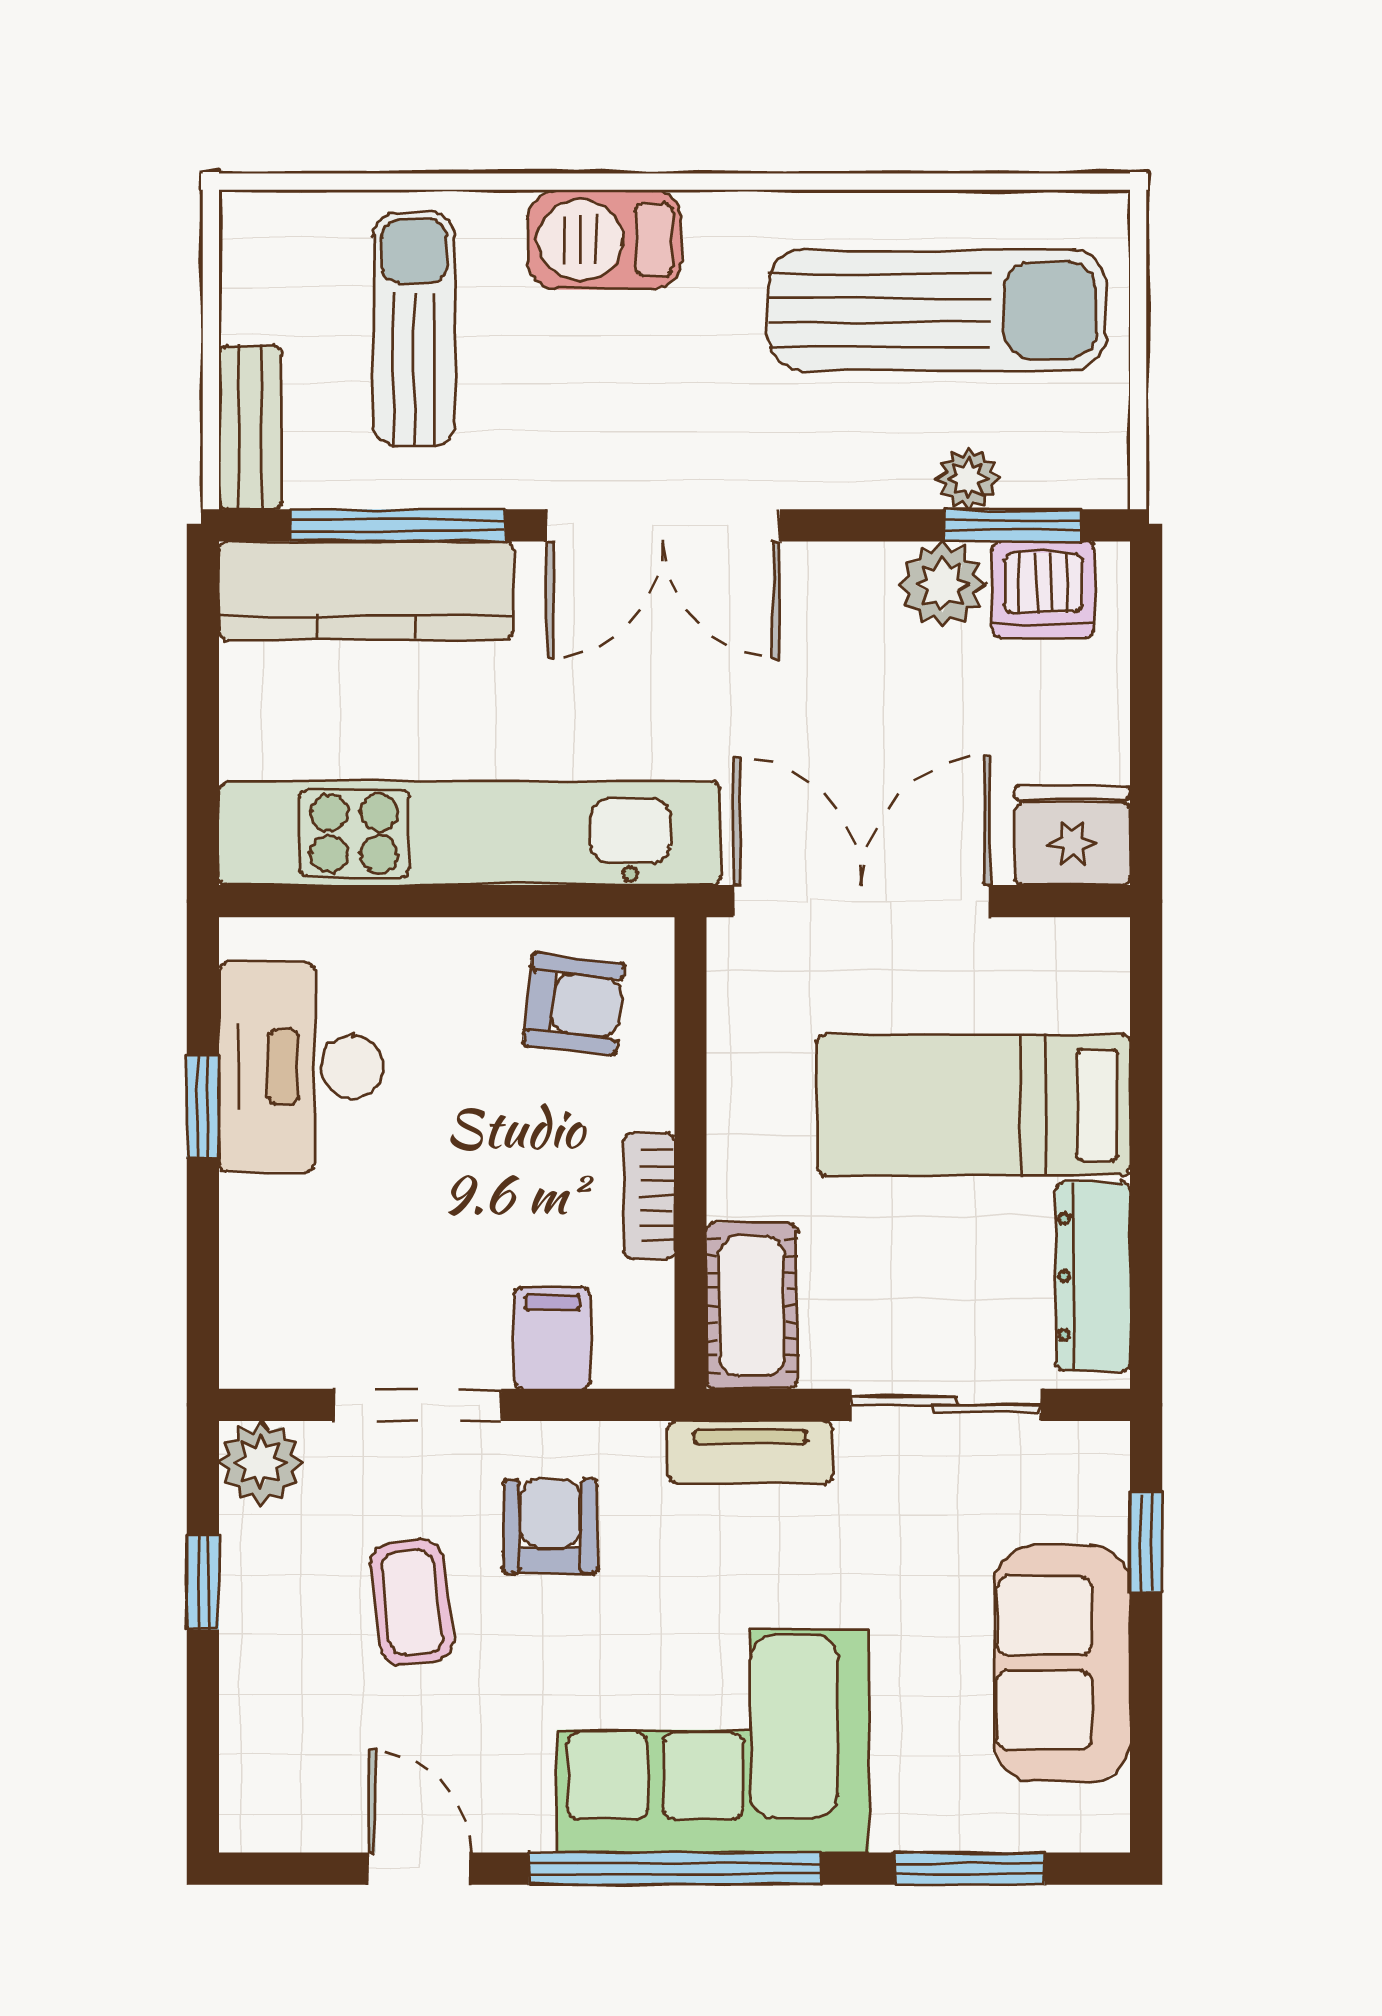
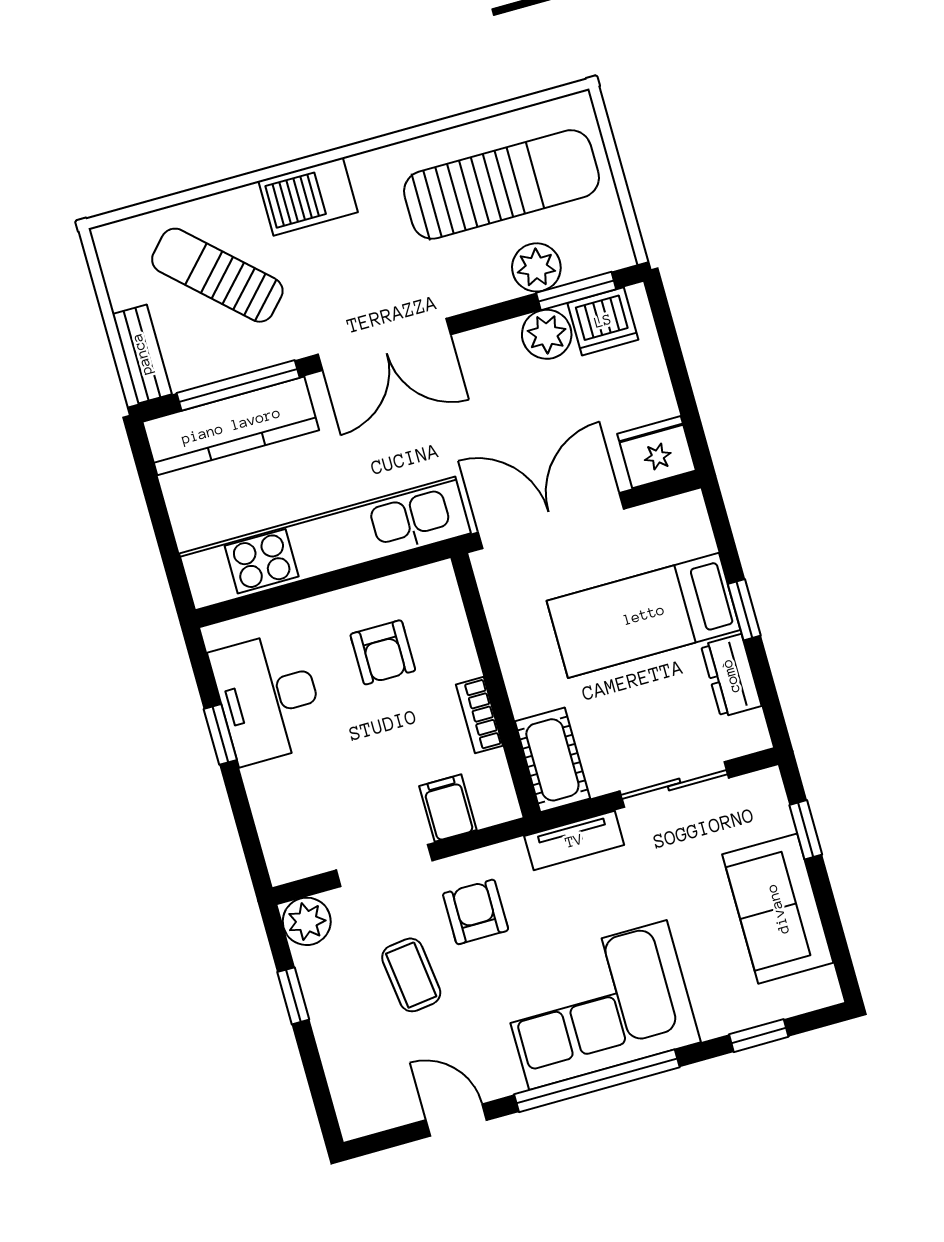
sun lounger: (414, 330) -> (217, 275), turned -47
plant: (968, 479) -> (536, 267), width x1.38, depth x1.38
armchair: (574, 1004) -> (383, 652), moved, turned 84
window: (1146, 1143) -> (744, 610), added
dresser: (1093, 1277) -> (731, 676), width x0.70
window: (970, 1869) -> (759, 1036), width x0.67

